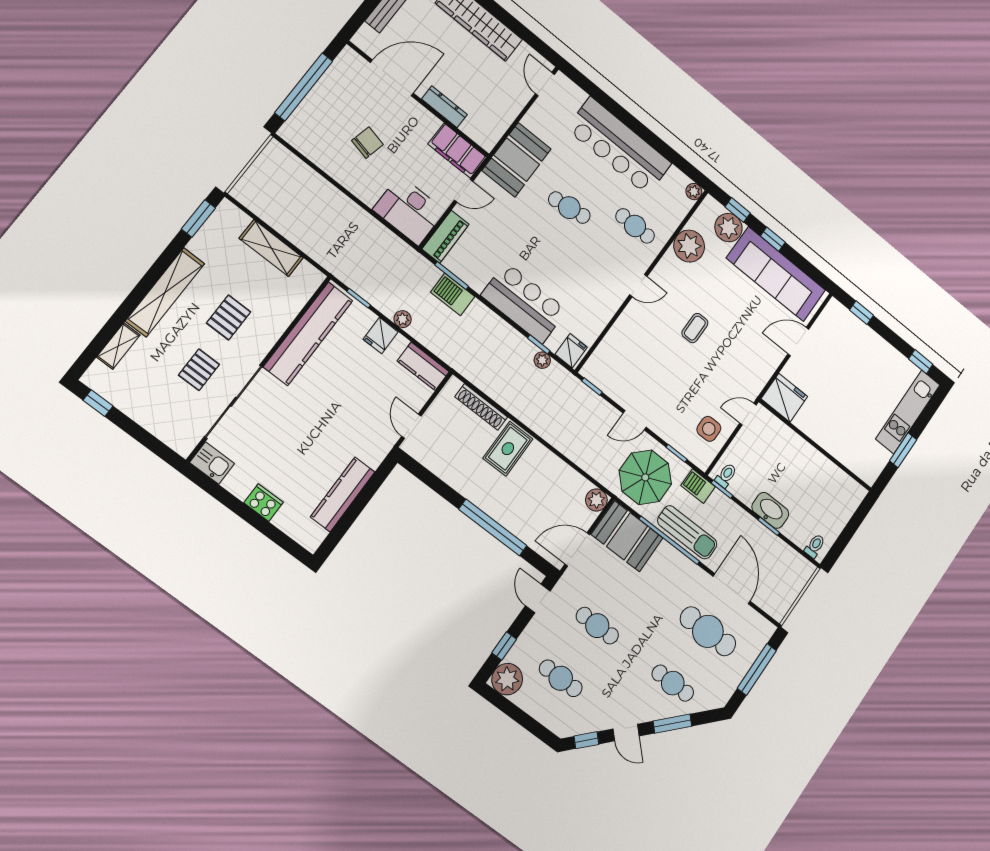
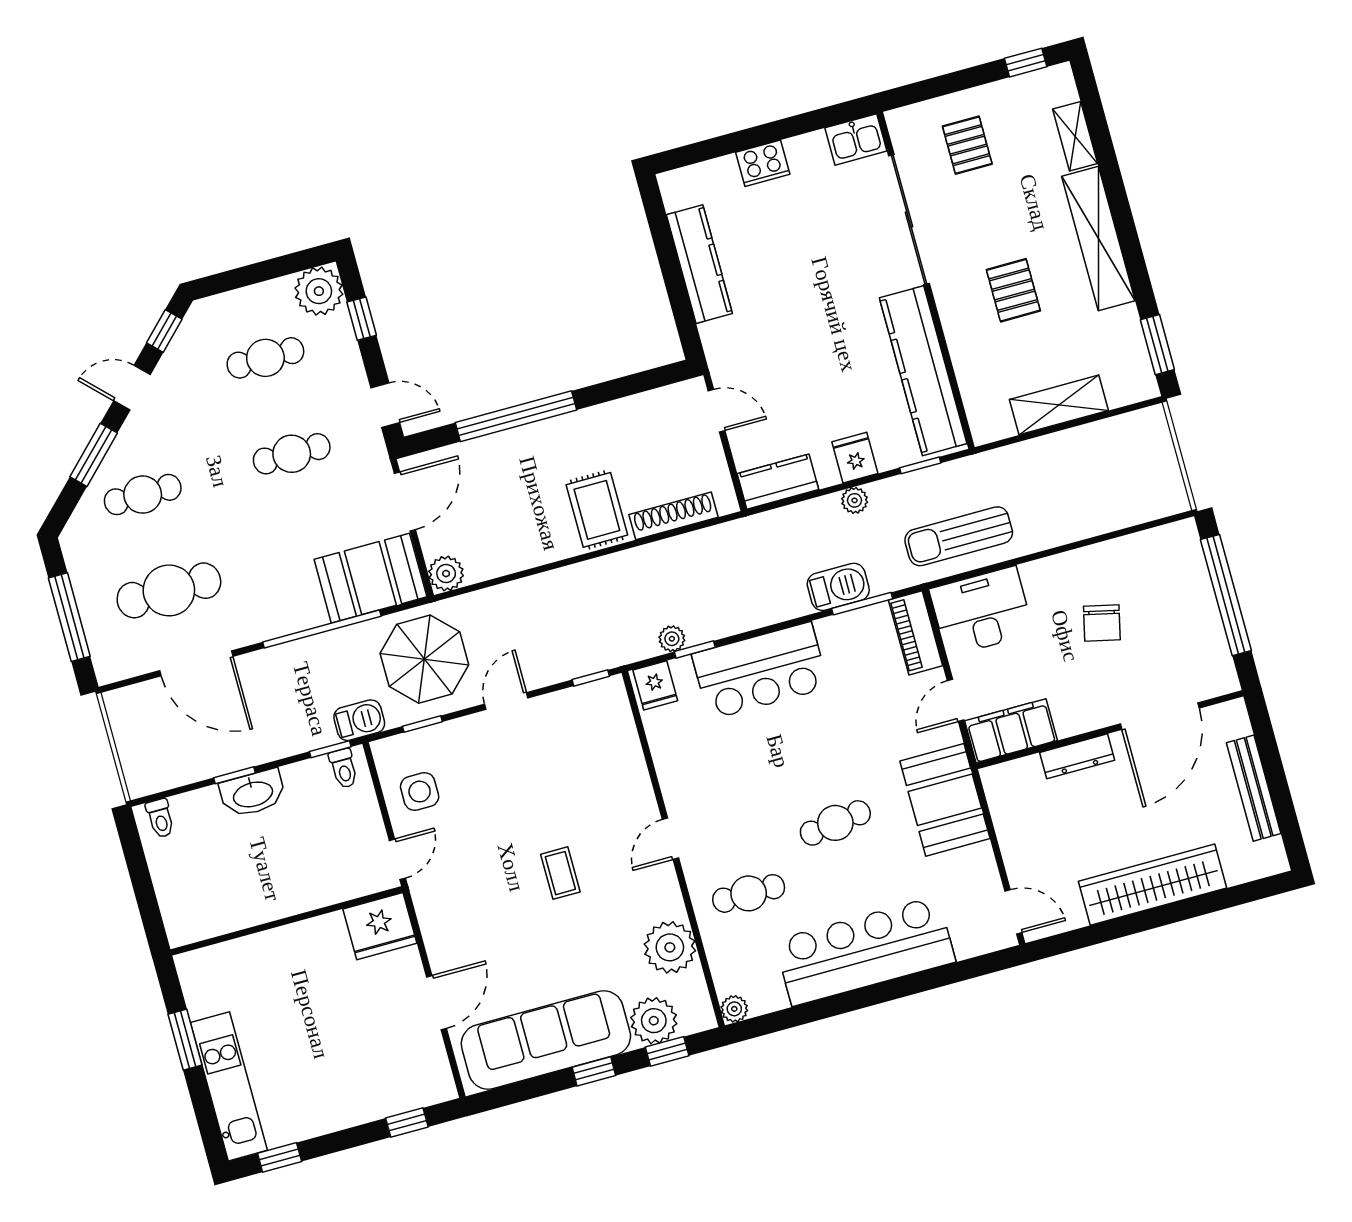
pallet: (199, 370) -> (967, 145), moved
sun lounger: (687, 532) -> (959, 536), moved

